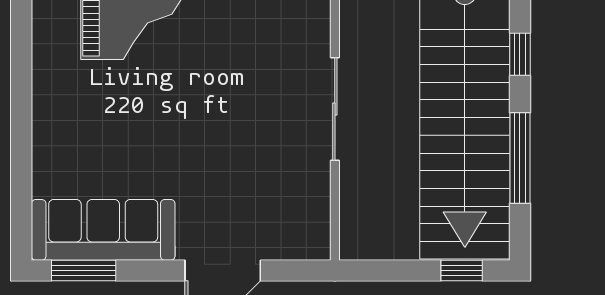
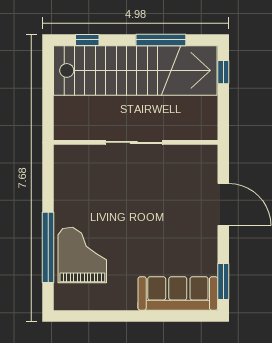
window: (520, 54) -> (87, 40), moved
sofa: (103, 230) -> (178, 293), moved, turned 90

